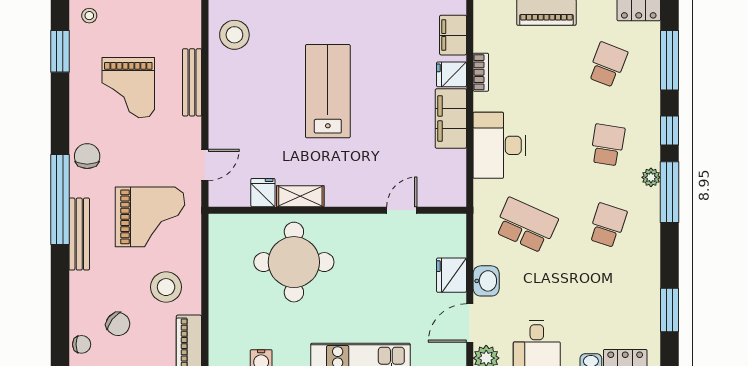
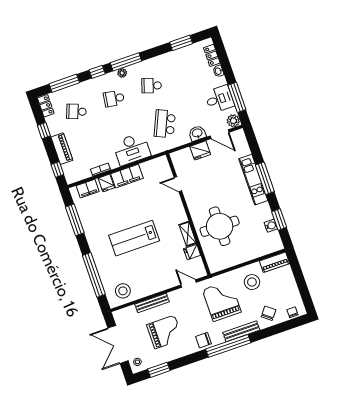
chair: (118, 324) -> (269, 313), moved

